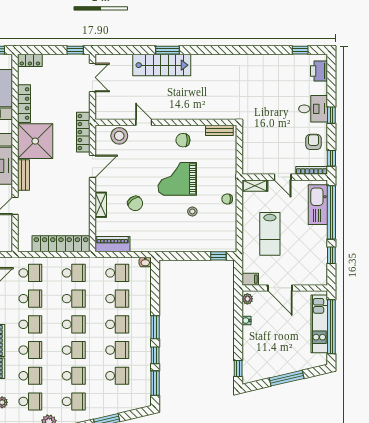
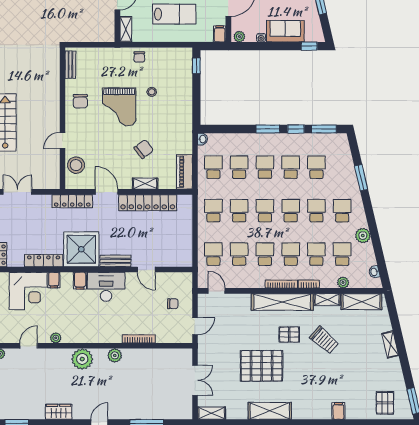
locker: (61, 244) -> (148, 203), moved, turned -90
sofa: (253, 345) -> (285, 31), added

